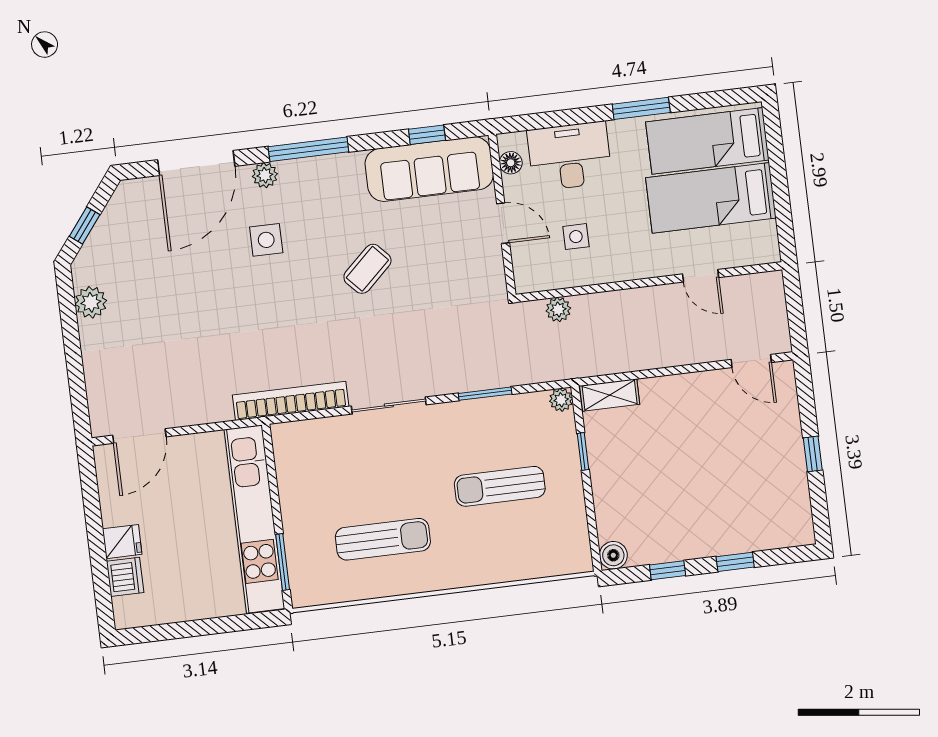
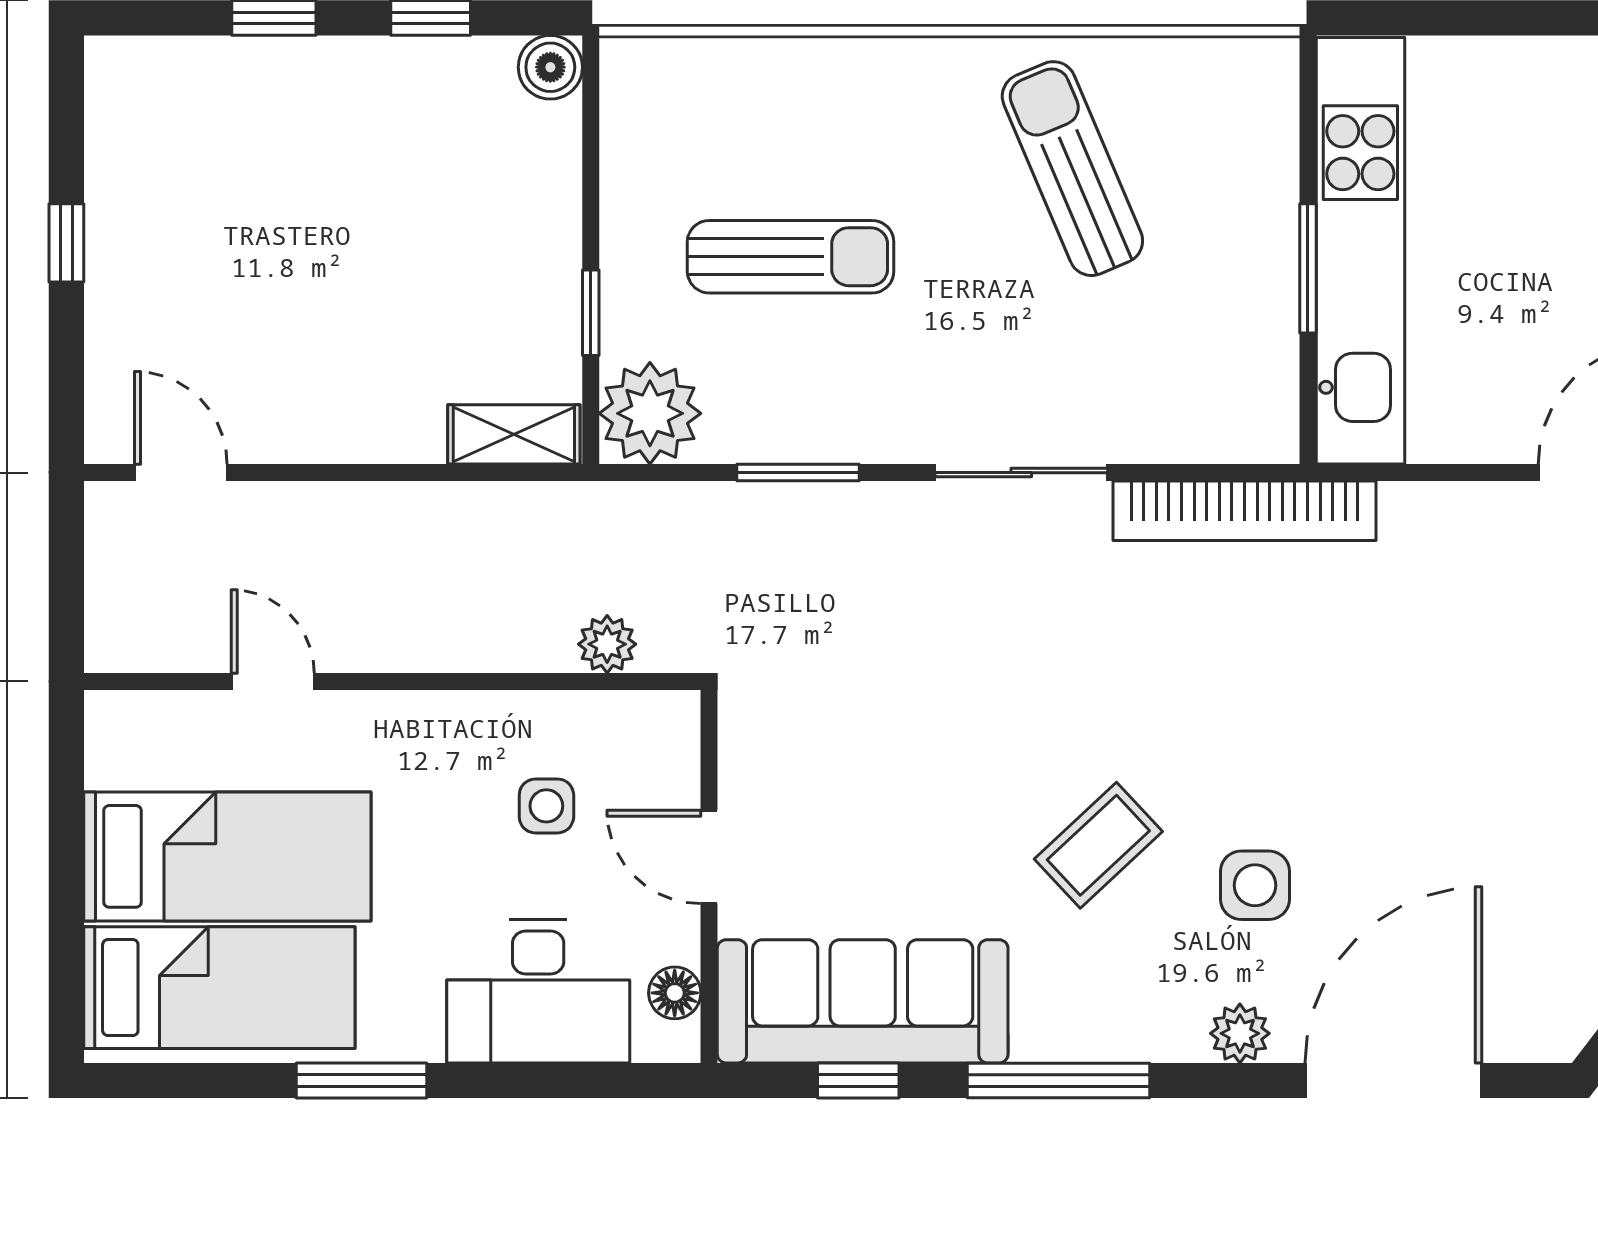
window: (308, 149) -> (1059, 1080), moved
coffee table: (367, 269) -> (1098, 845), moved
plant: (561, 400) -> (650, 413), width x1.87, depth x1.87
sun lounger: (383, 539) -> (1072, 169), turned 67
window: (283, 562) -> (1308, 268), moved

